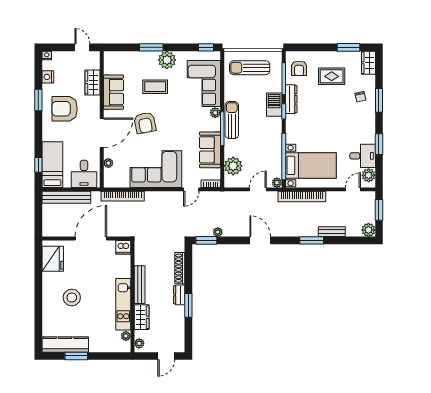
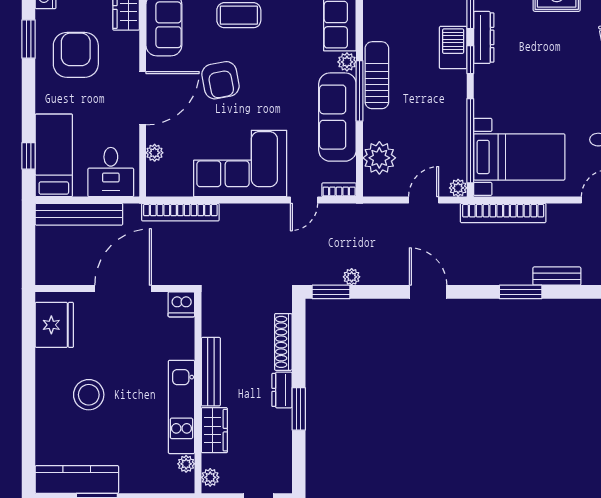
armchair: (65, 109) -> (76, 55), turned 90
sofa: (210, 150) -> (337, 117), width x1.36

